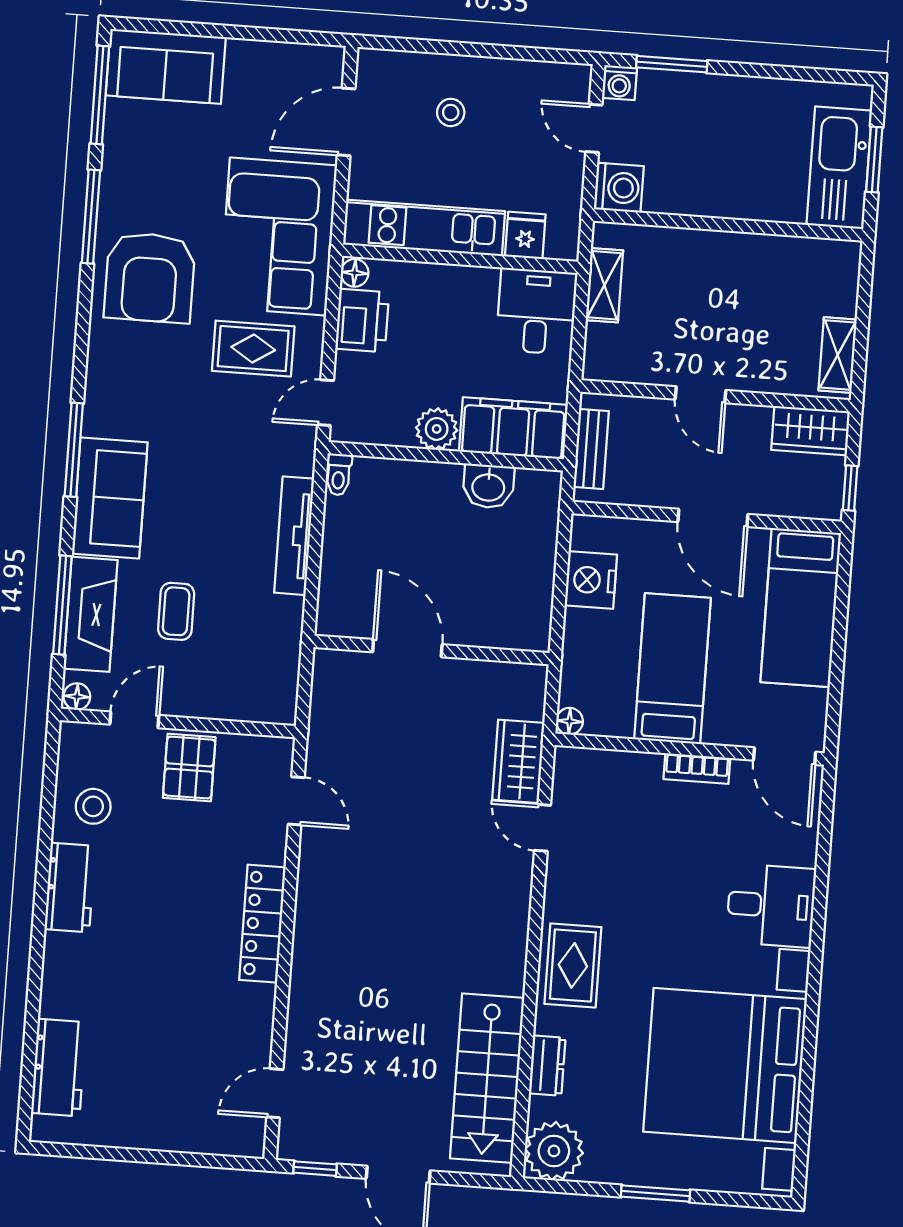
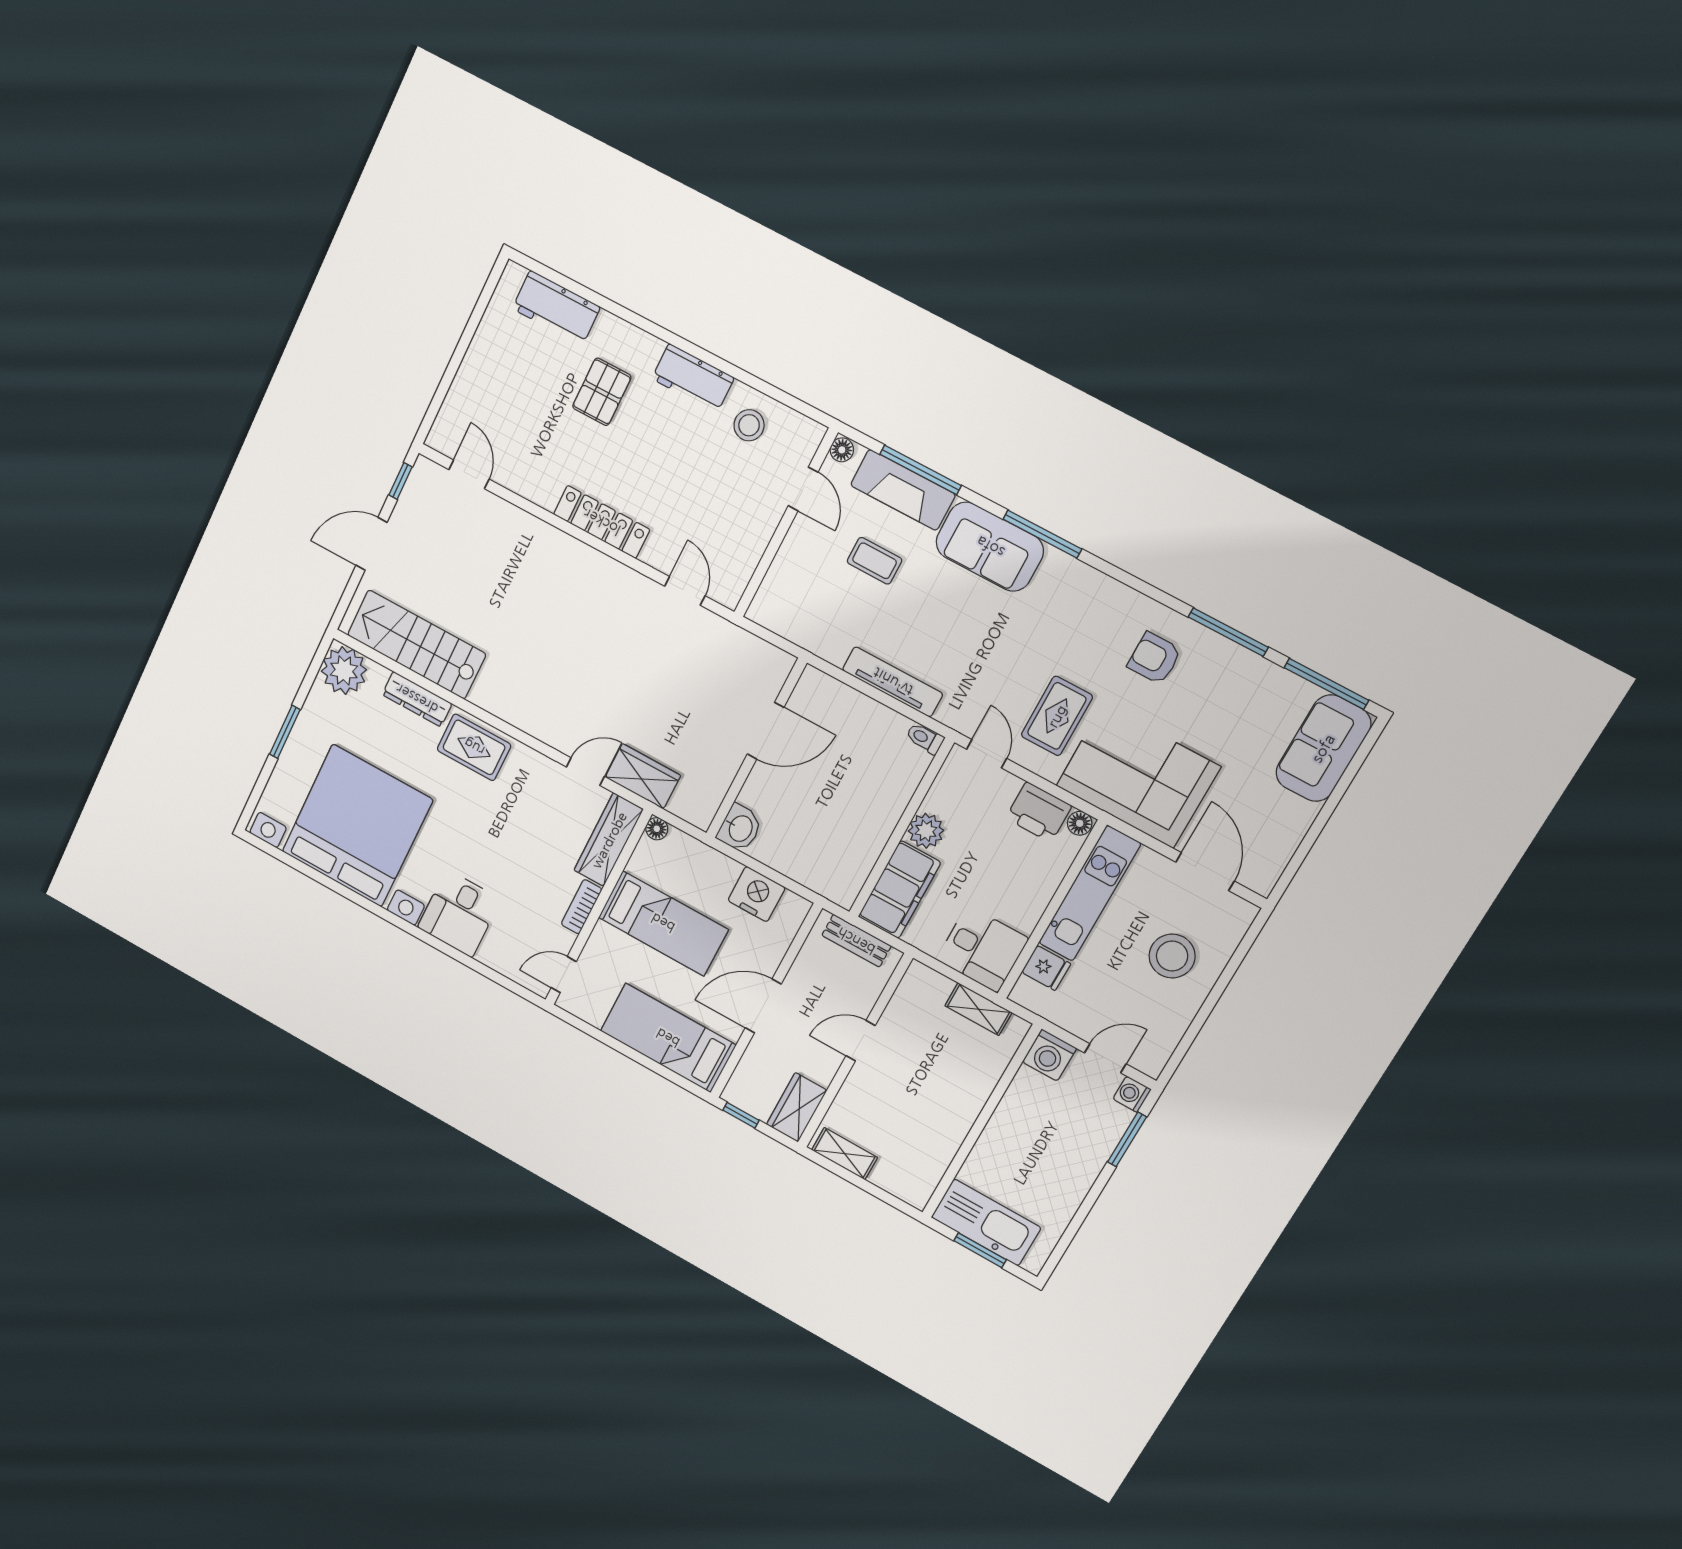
stool: (451, 112) -> (1172, 956), width x1.89, depth x1.89
armchair: (150, 277) -> (1154, 658), width x0.53, depth x0.53
washbasin: (488, 486) -> (740, 828), moved, turned 180
door: (785, 756) -> (564, 975), width x0.73
pallet: (189, 768) -> (602, 392), moved, turned 90
wardrobe: (607, 770) -> (609, 840), added
door: (296, 801) -> (685, 591), swing flipped
dresser: (547, 1066) -> (417, 699), width x1.44

